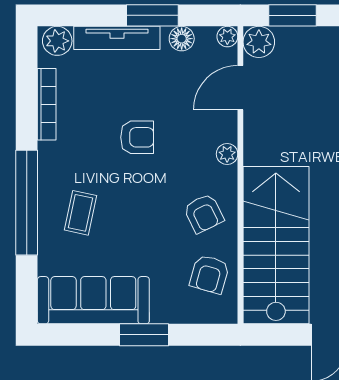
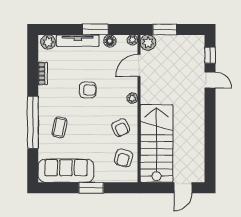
bookcase: (47, 104) -> (43, 74), width x0.64

